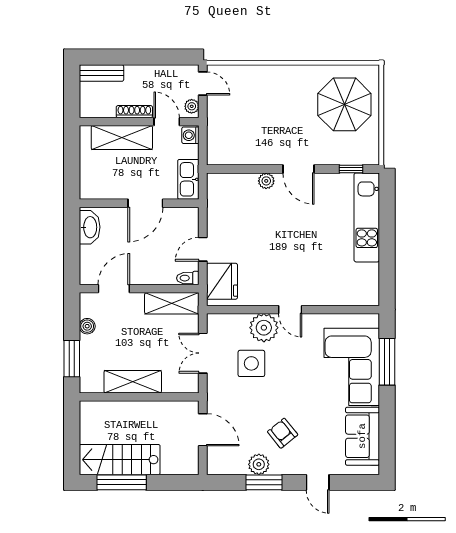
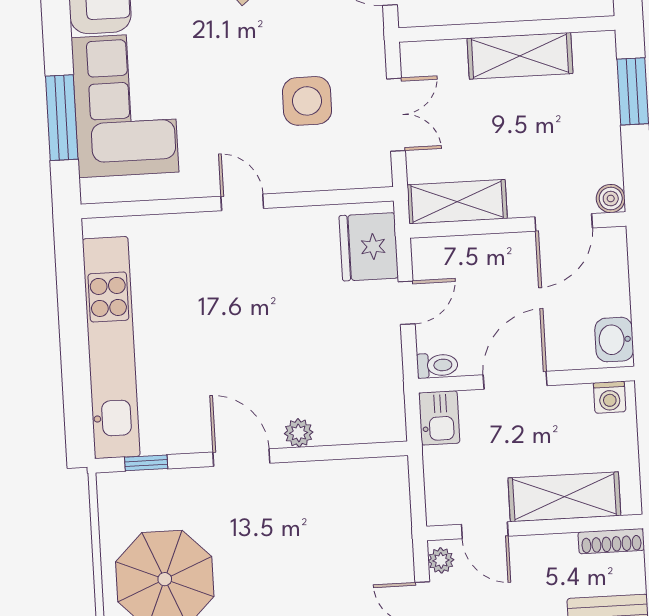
shoe rack: (134, 112) -> (611, 541), moved
washing machine: (190, 135) -> (610, 397), moved, turned 90
kitchen sink: (188, 179) -> (439, 418), width x0.73
kitchen unit: (367, 217) -> (111, 348), width x1.36
washbasin: (90, 227) -> (614, 340), width x0.72
toilet: (188, 278) -> (437, 365), moved
boiler: (87, 326) -> (611, 199), moved
plant: (264, 328) -> (288, 167), removed

